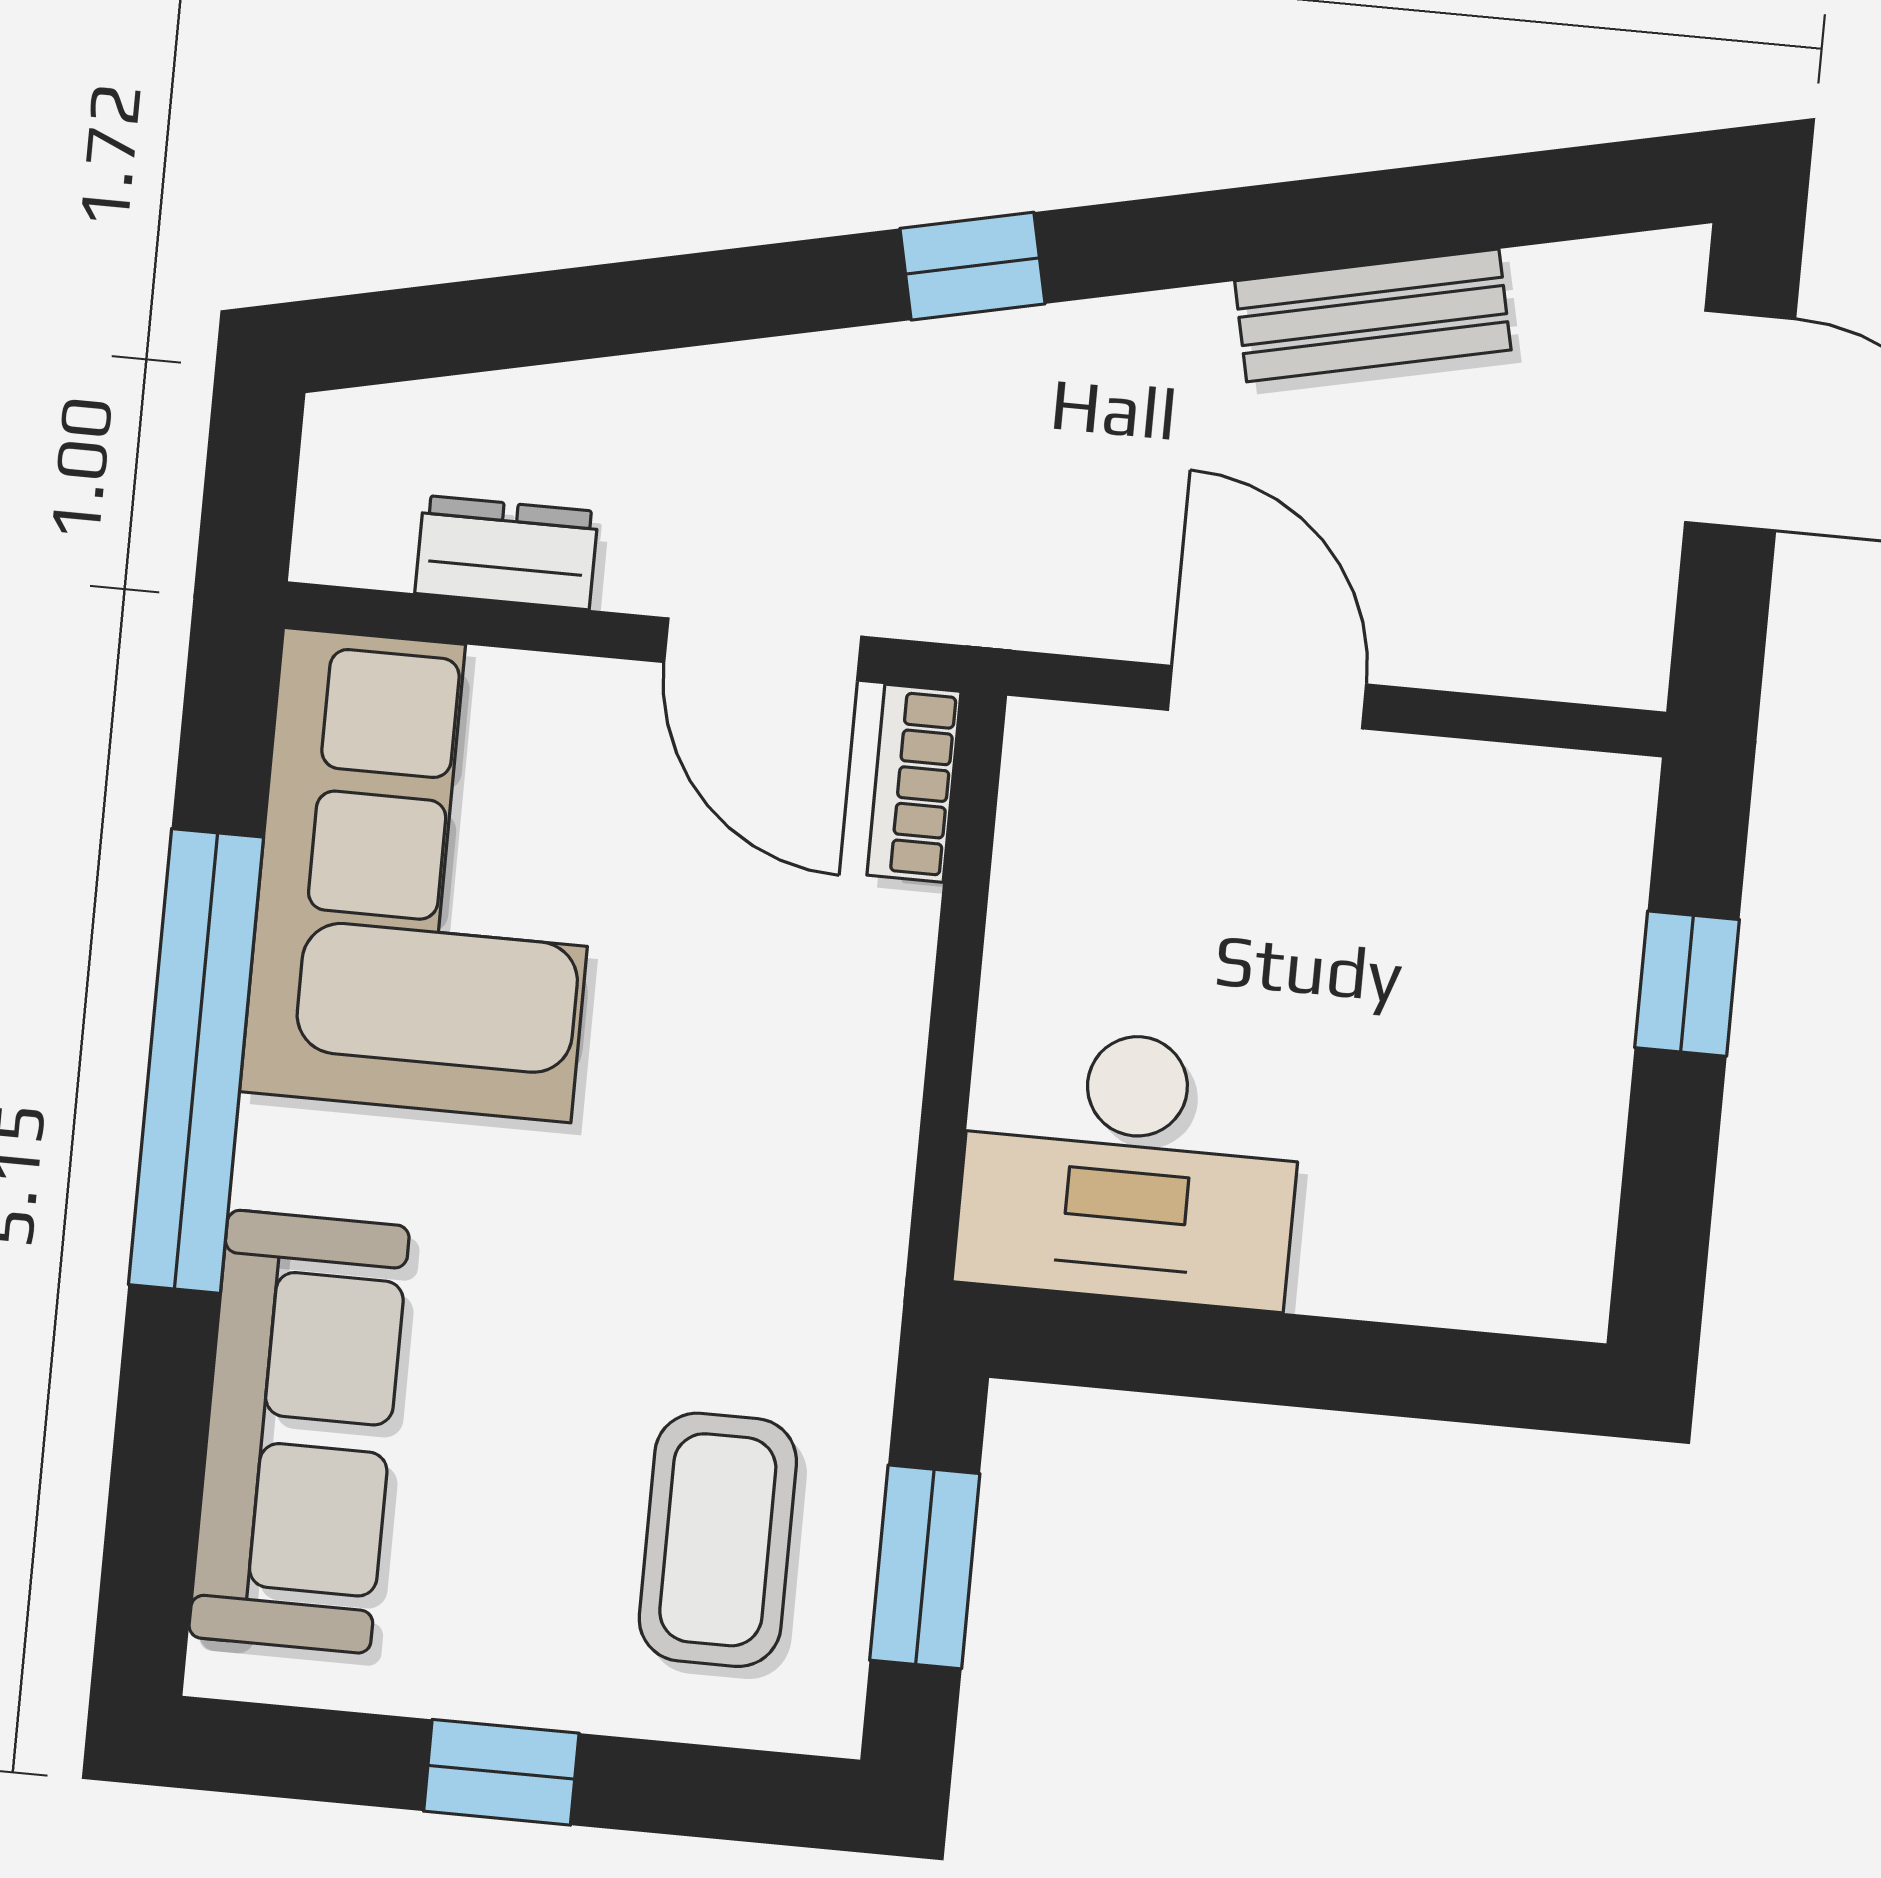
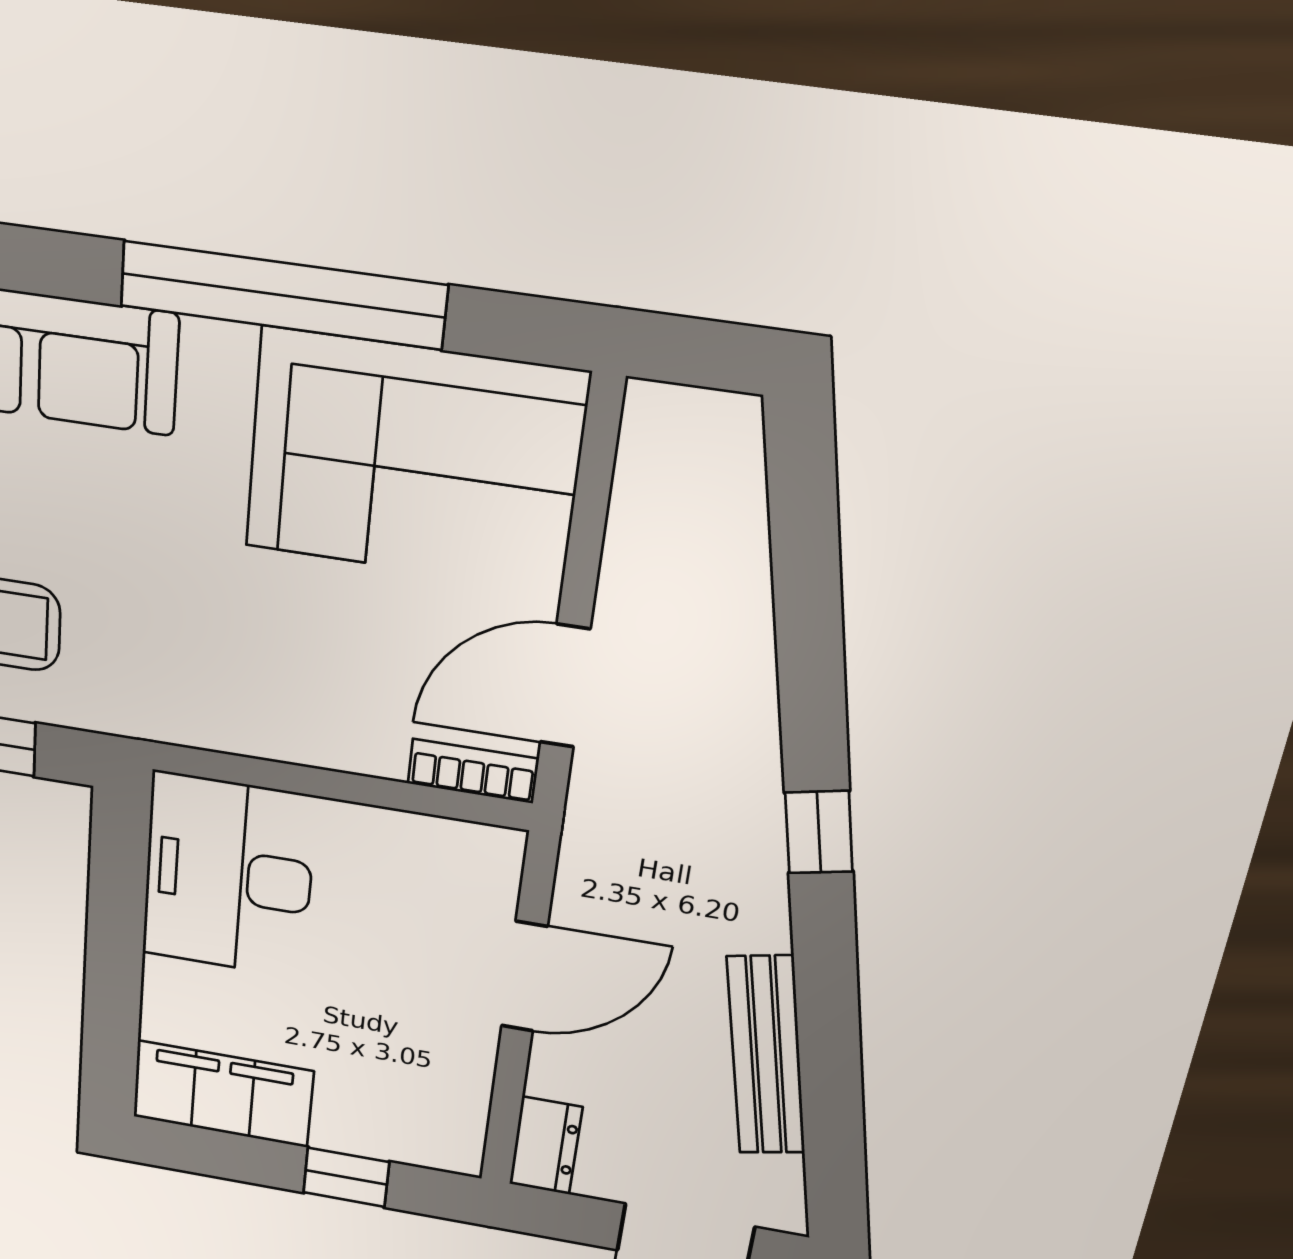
bench: (1373, 315) -> (766, 1056), width x1.36
dresser: (507, 552) -> (546, 1146), moved
filing cabinet: (1544, 1189) -> (223, 1094), added

